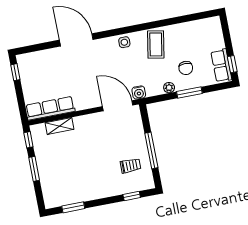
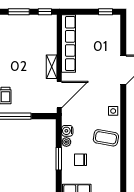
water cooler: (139, 93) -> (67, 131), moved
row of seats: (50, 108) -> (69, 43), width x1.36
shelving: (59, 126) -> (52, 67), moved

